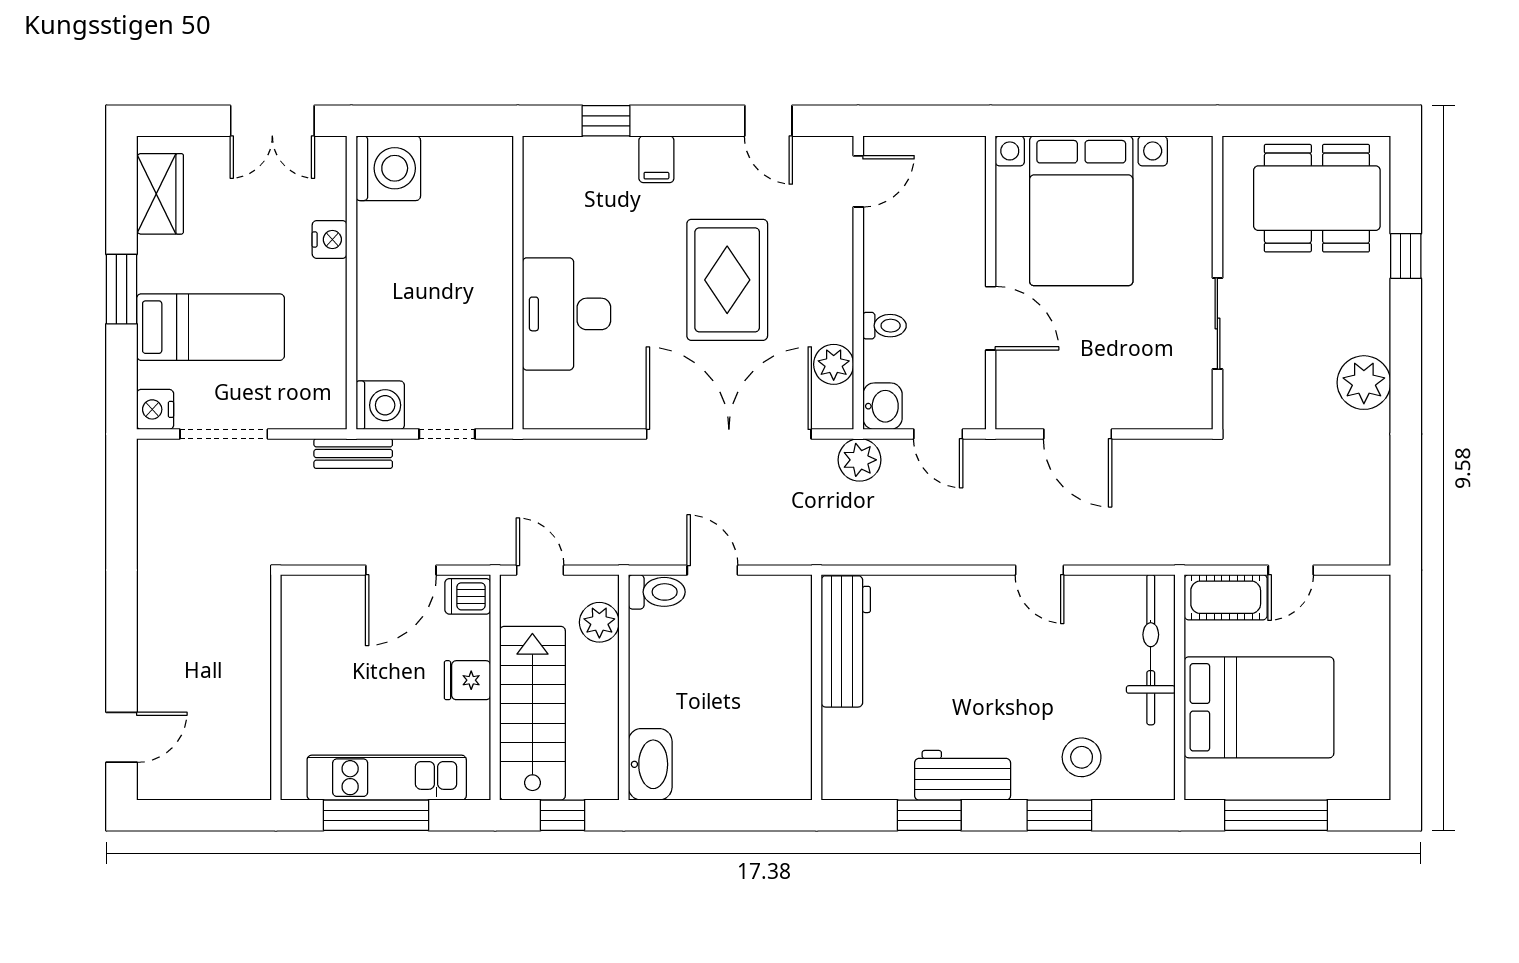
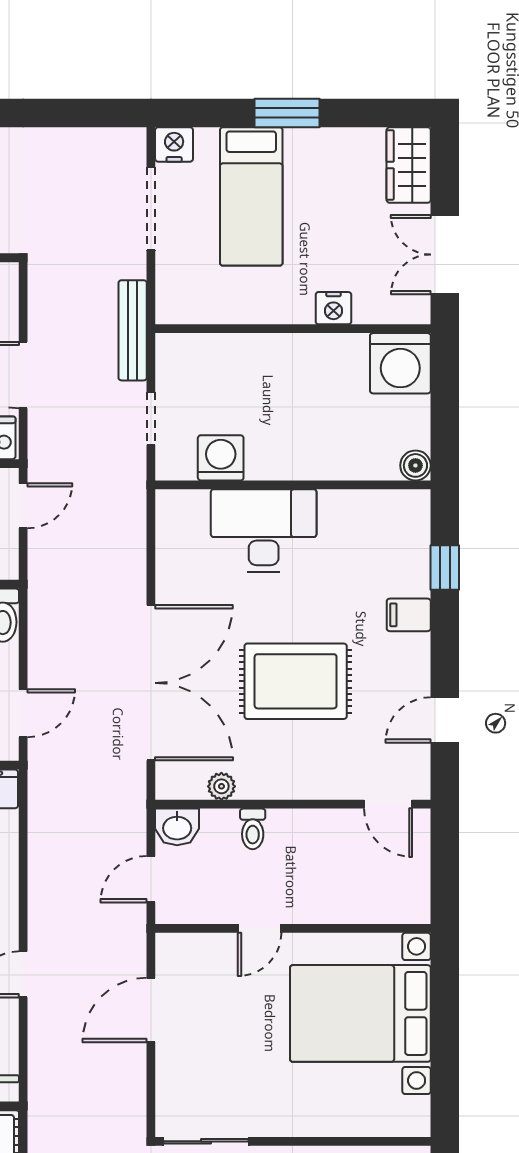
boiler: (497, 152) -> (415, 465), added
wardrobe: (160, 194) -> (409, 165), moved, turned 90
door: (991, 318) -> (260, 928), width x0.73
sliding door: (1217, 323) -> (206, 1141), moved
plant: (834, 364) -> (221, 786), width x0.73, depth x0.73
washing machine: (380, 405) -> (221, 458), moved, turned 180
bench: (353, 454) -> (133, 330), width x1.36
plant: (860, 460) -> (127, 805), removed
door: (712, 570) -> (23, 713), moved

